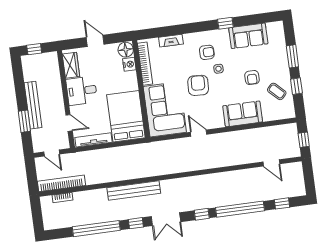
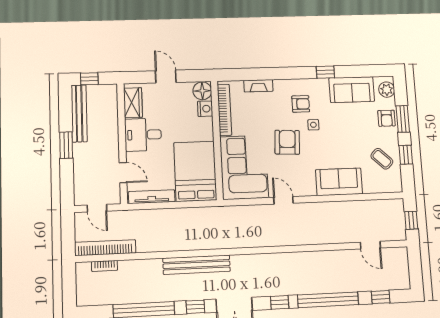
plant: (278, 33) -> (387, 90), added
armchair: (252, 78) -> (386, 118), moved
bench: (33, 105) -> (79, 113), moved
window: (24, 121) -> (66, 145), moved

